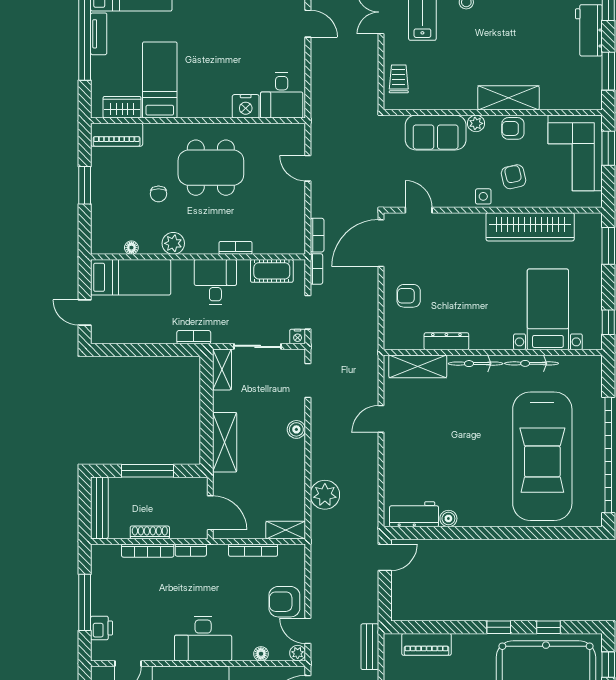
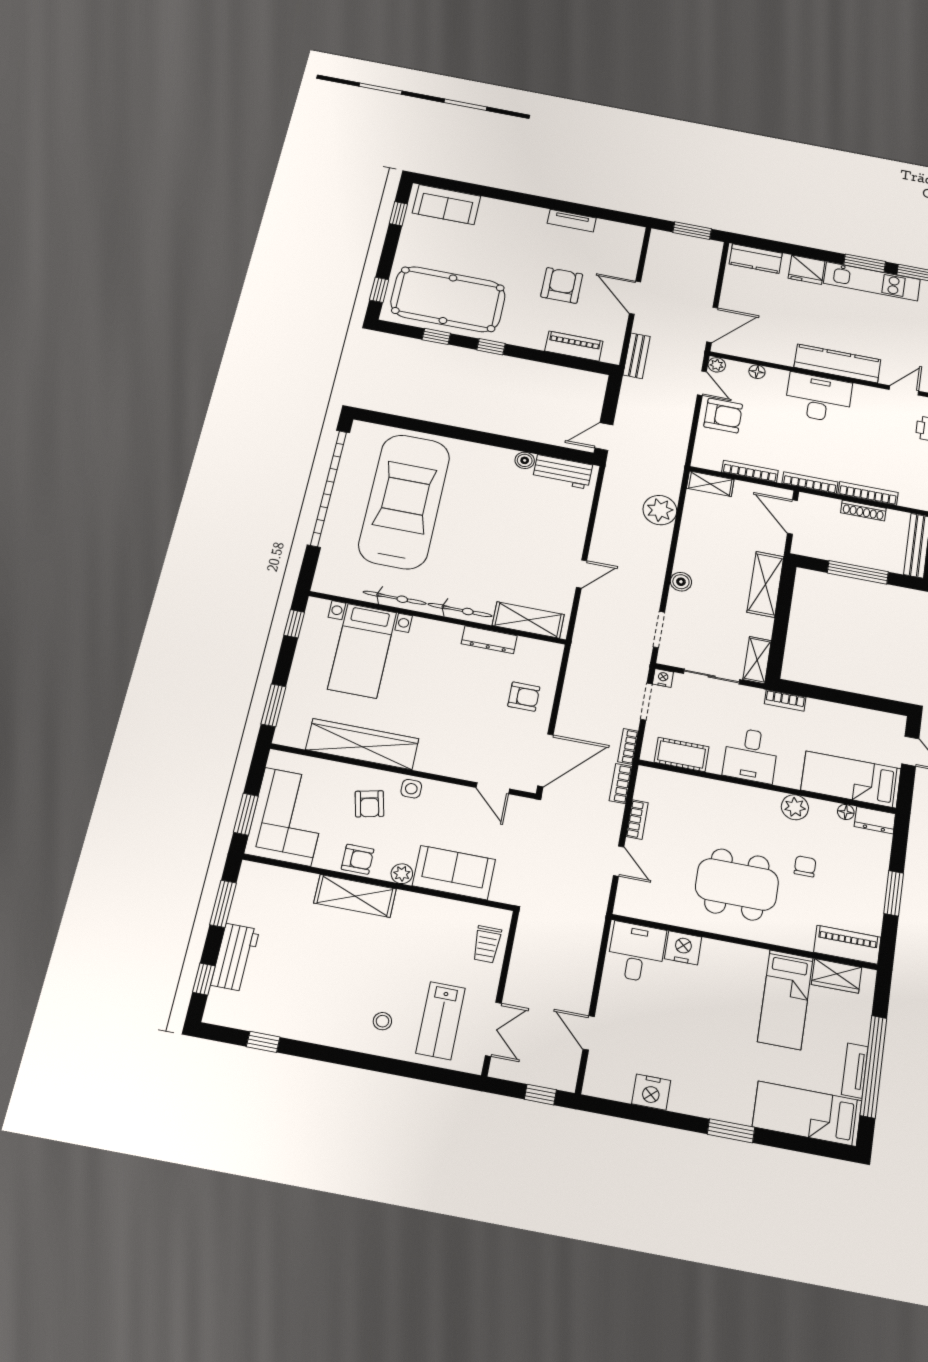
dresser: (107, 245) -> (875, 820), added
bookcase: (235, 248) -> (637, 820), moved, turned -90
bookcase: (191, 550) -> (810, 483), width x1.56

